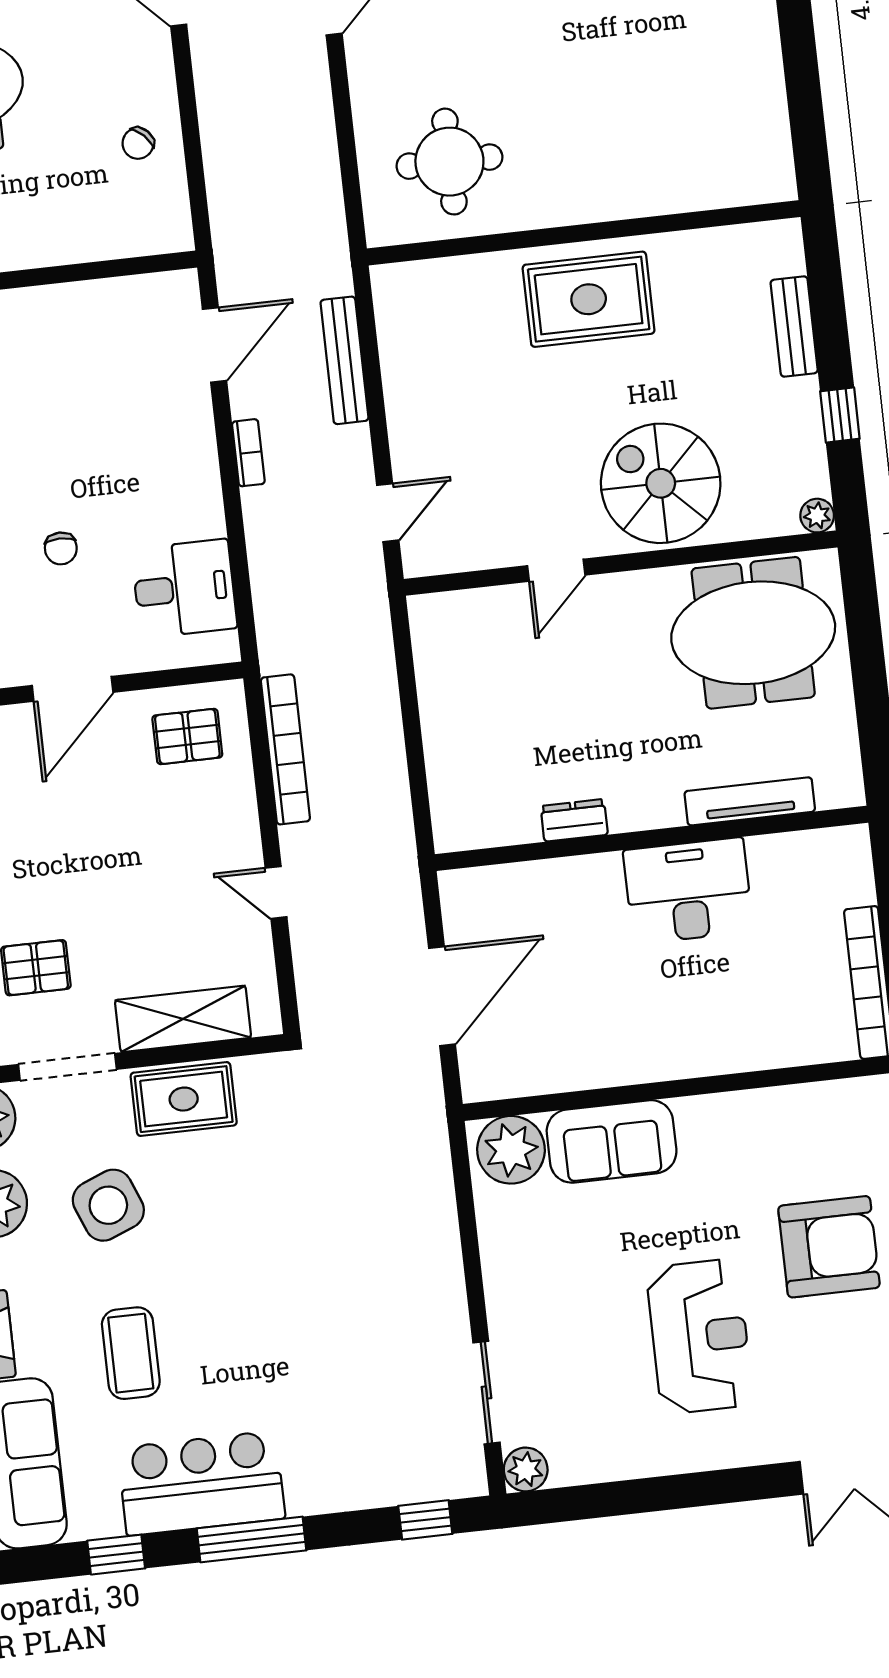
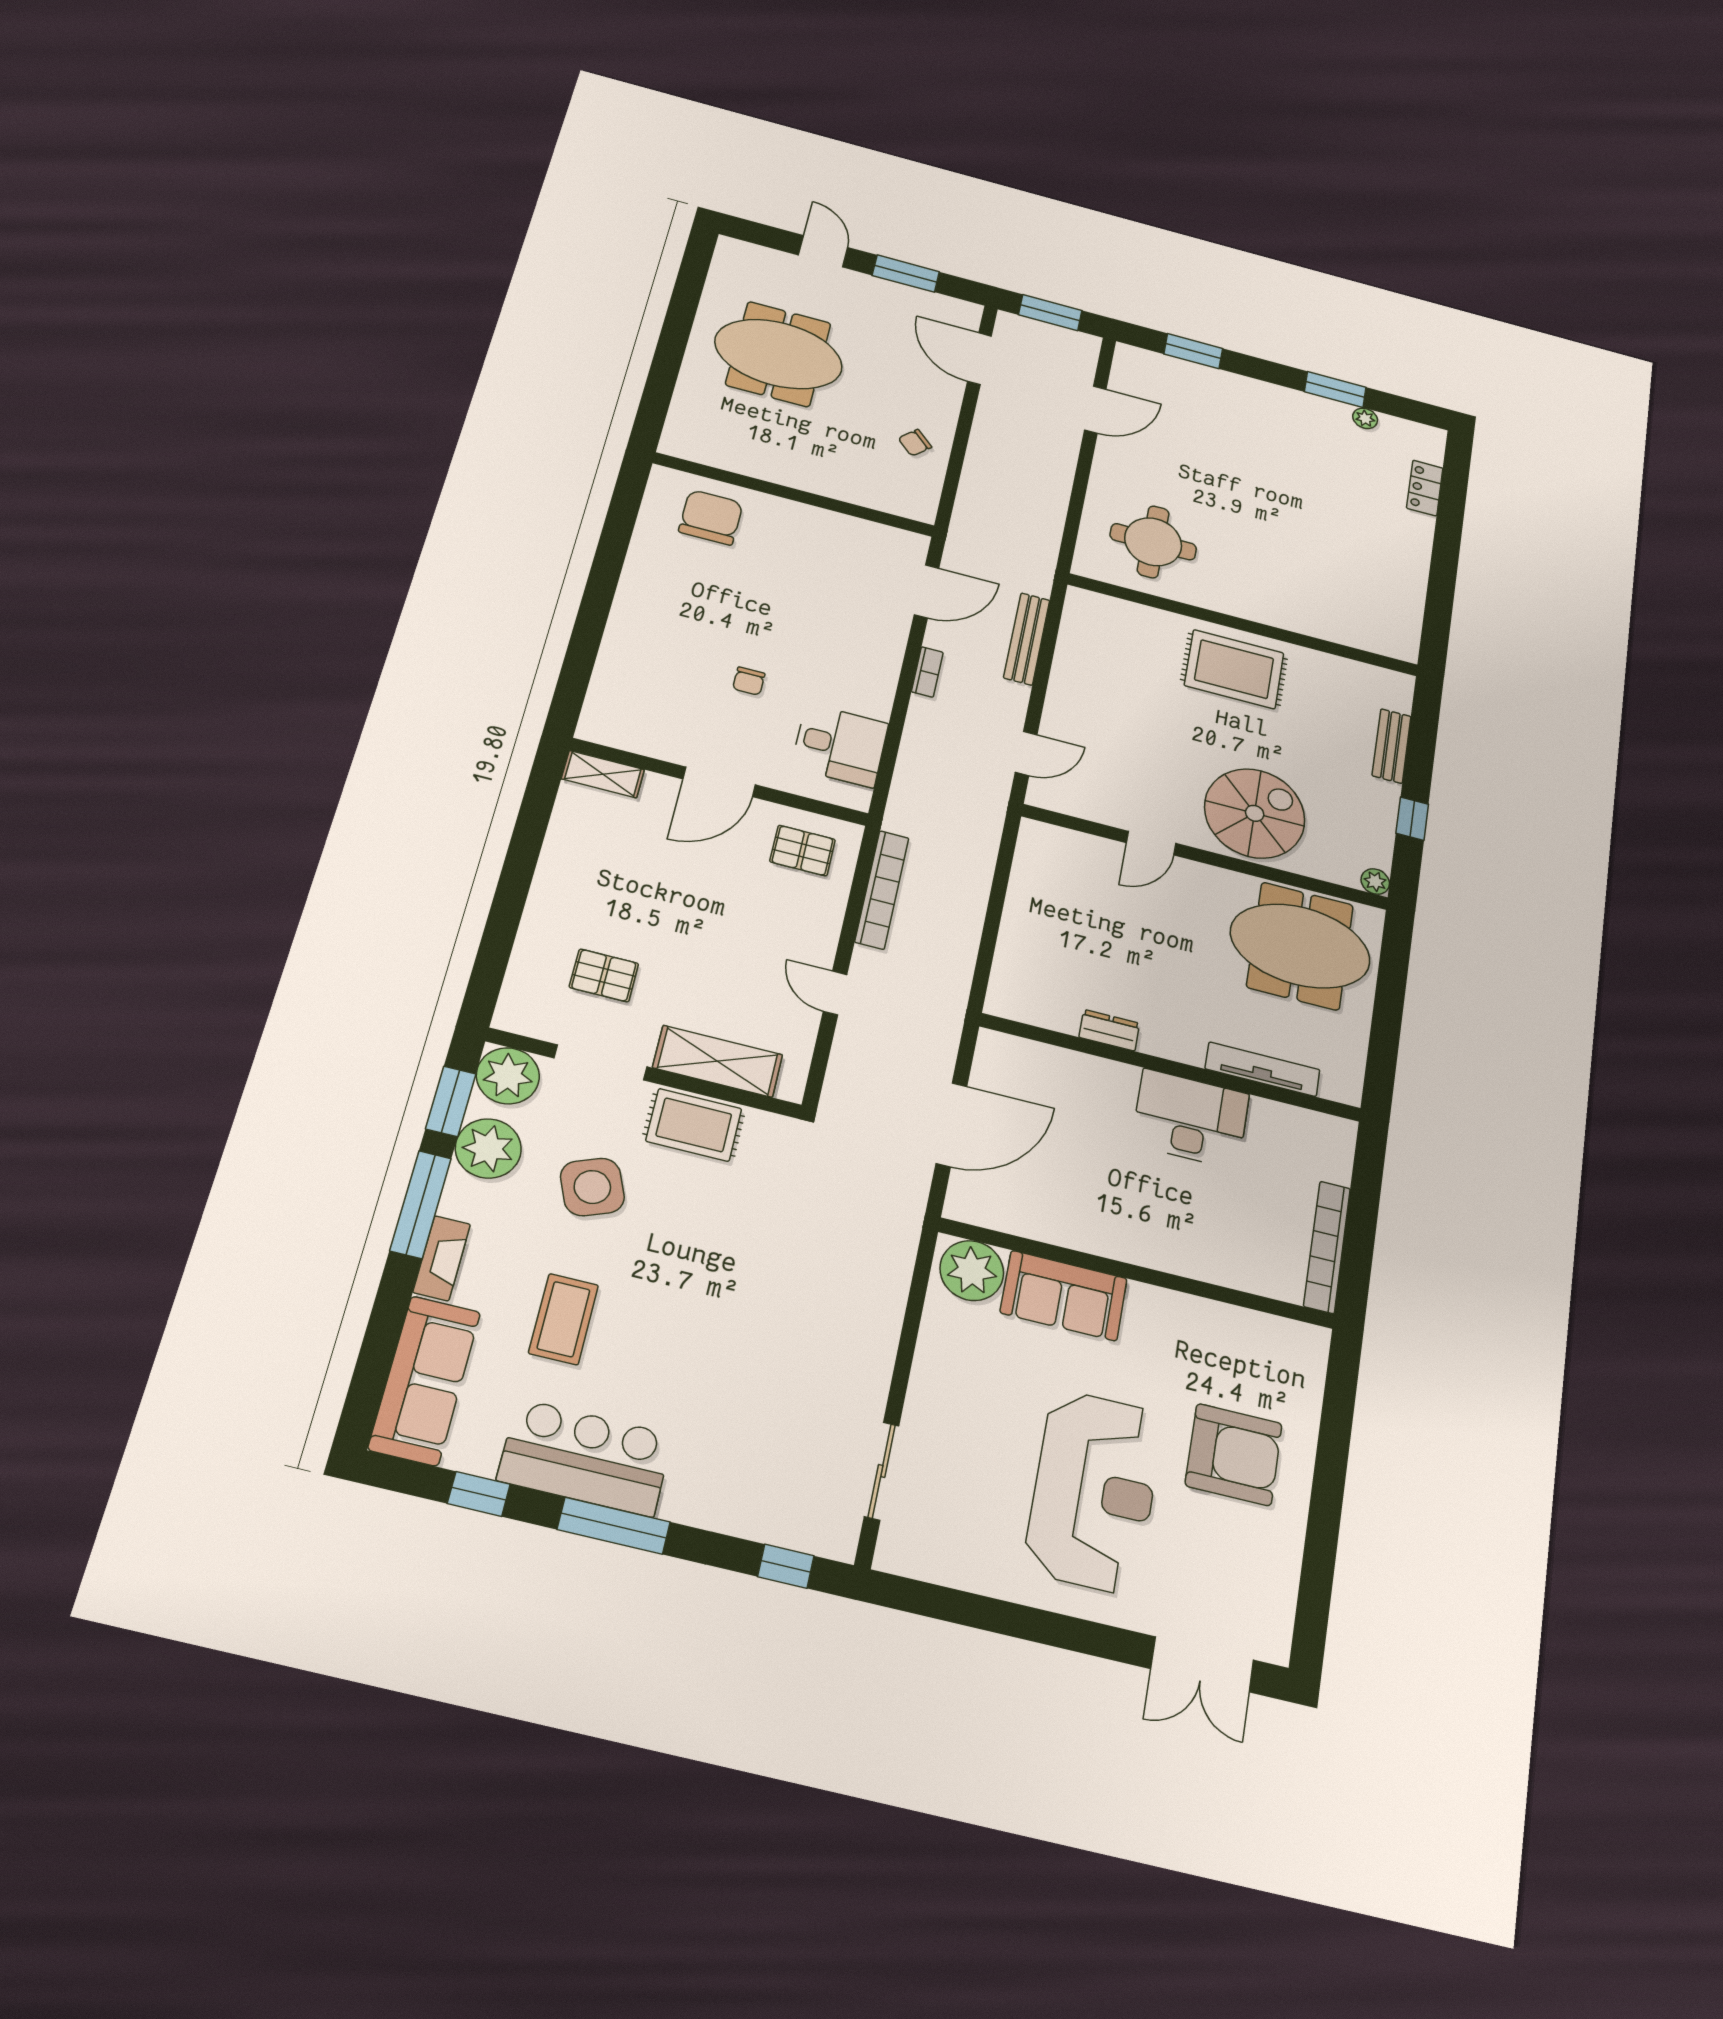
spiral stairs: (661, 483) -> (1255, 813), turned 90
reception desk: (700, 1336) -> (1094, 1491), width x1.36, depth x1.30
plant: (526, 1469) -> (896, 1553), removed

